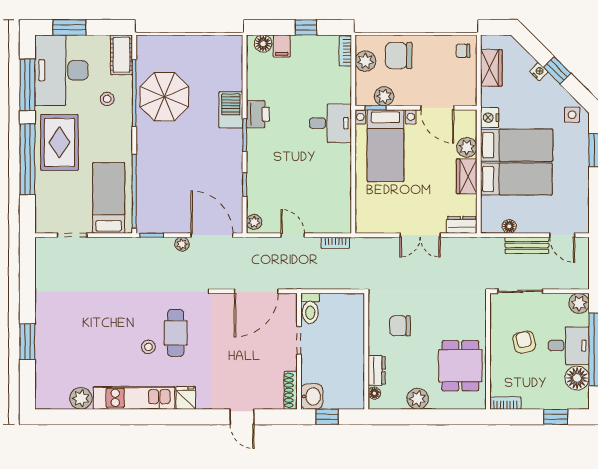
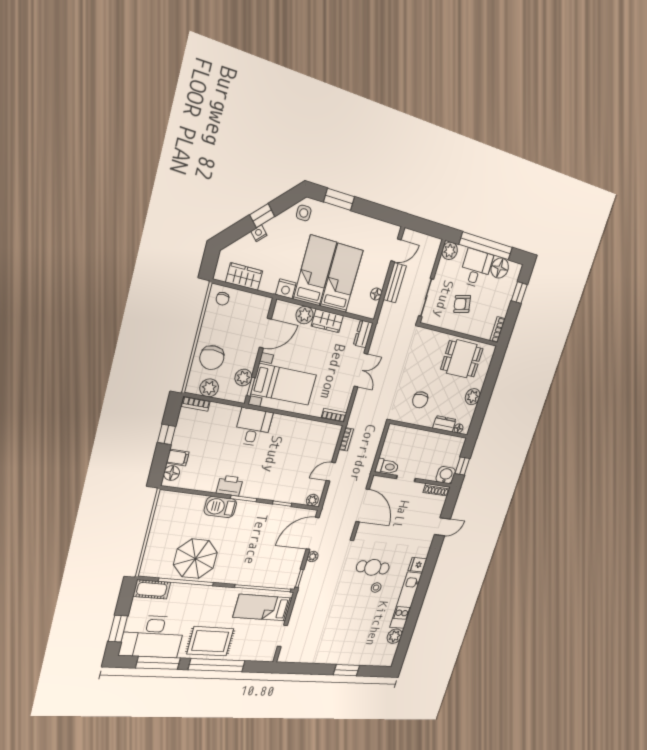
stool: (107, 99) -> (185, 603), removed
bookcase: (361, 218) -> (334, 415), added

